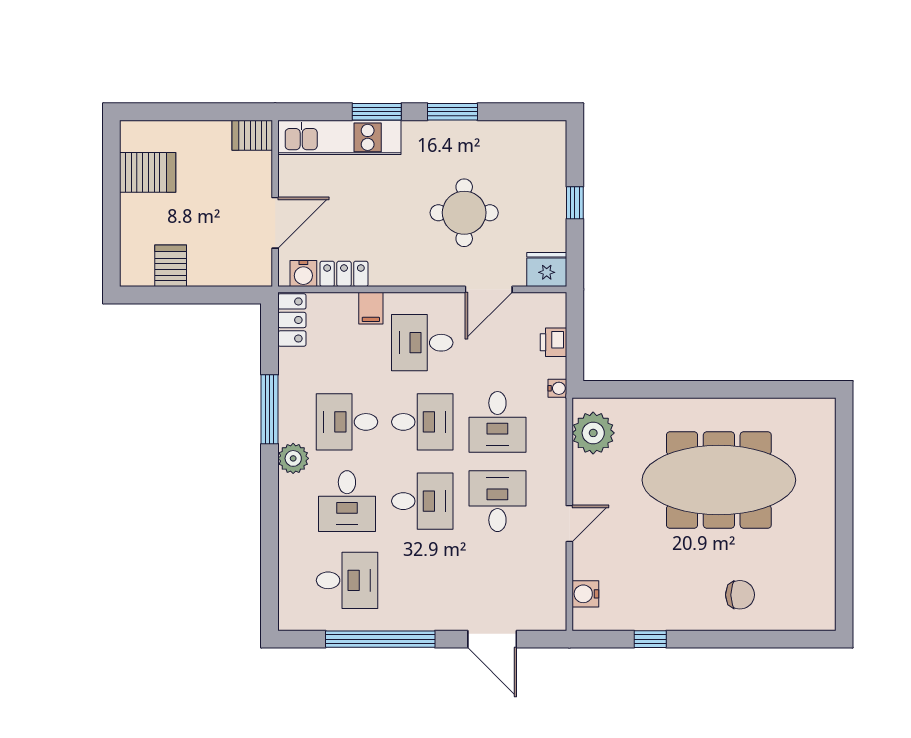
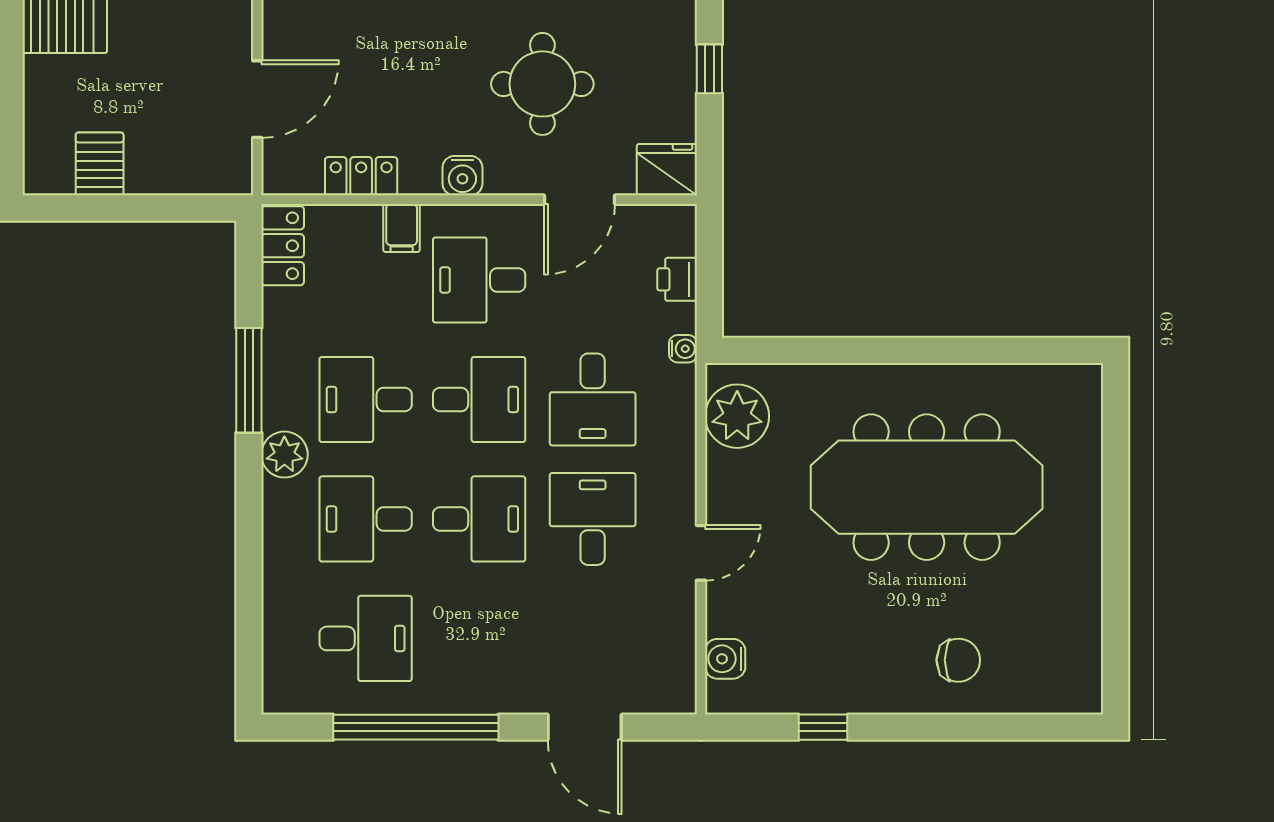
water cooler: (303, 273) -> (462, 176), moved
desk: (347, 501) -> (366, 519), turned 90

